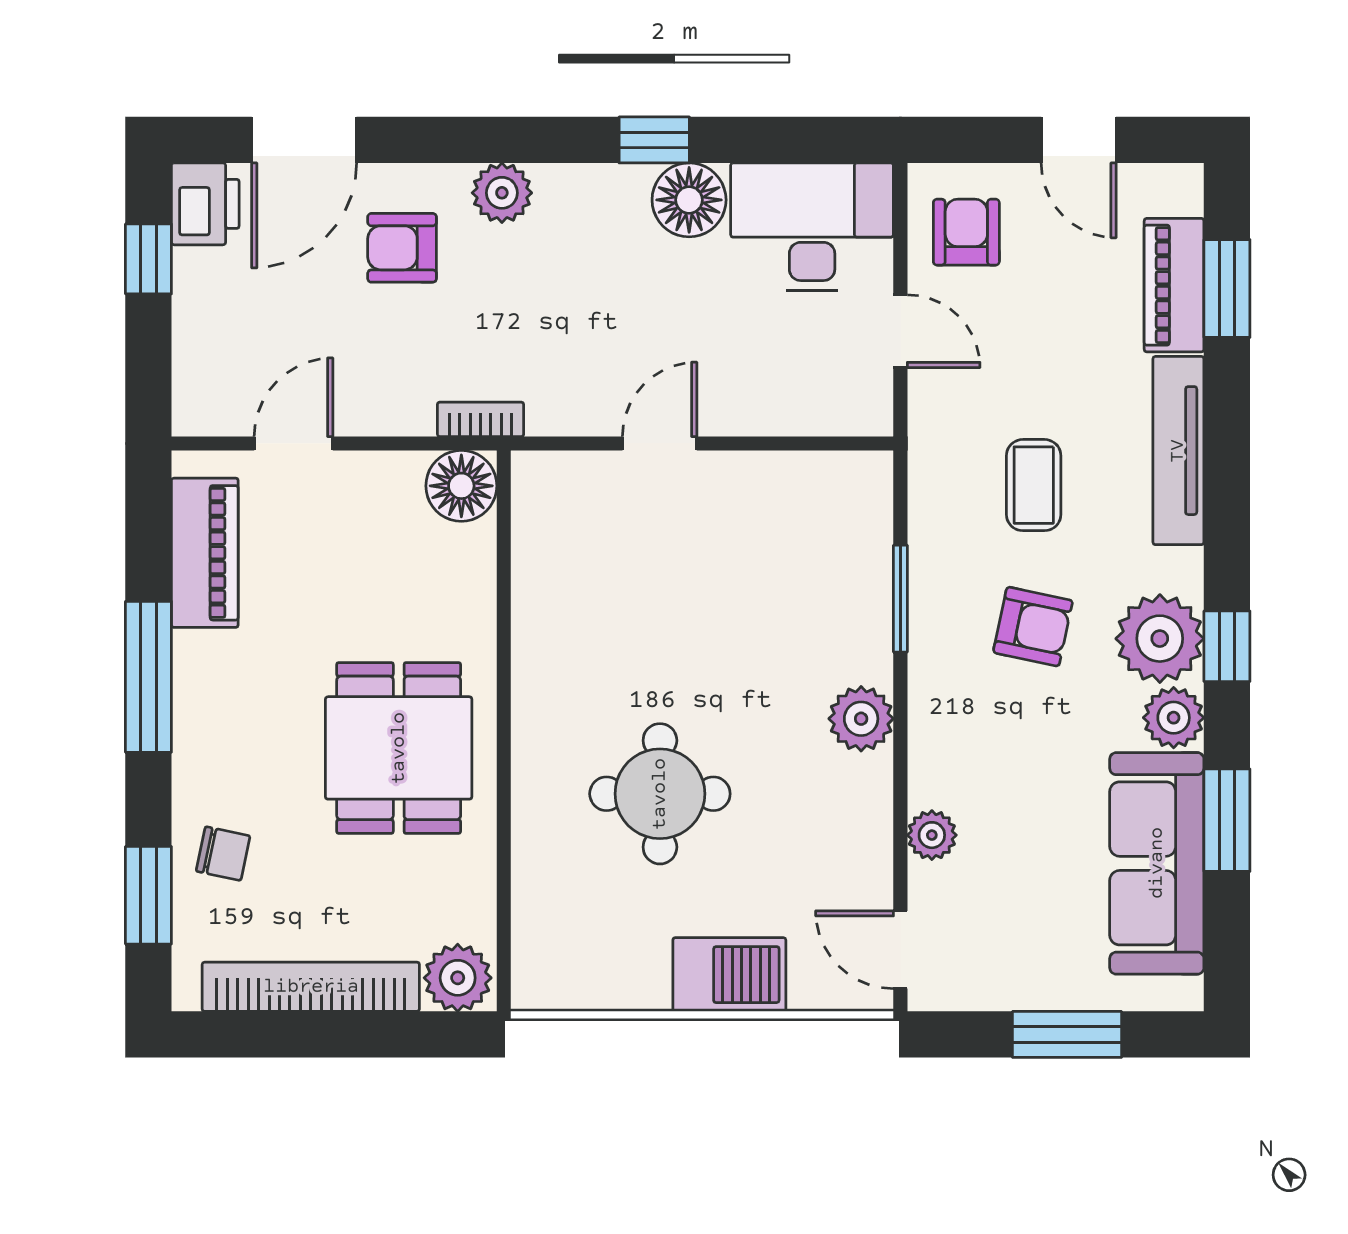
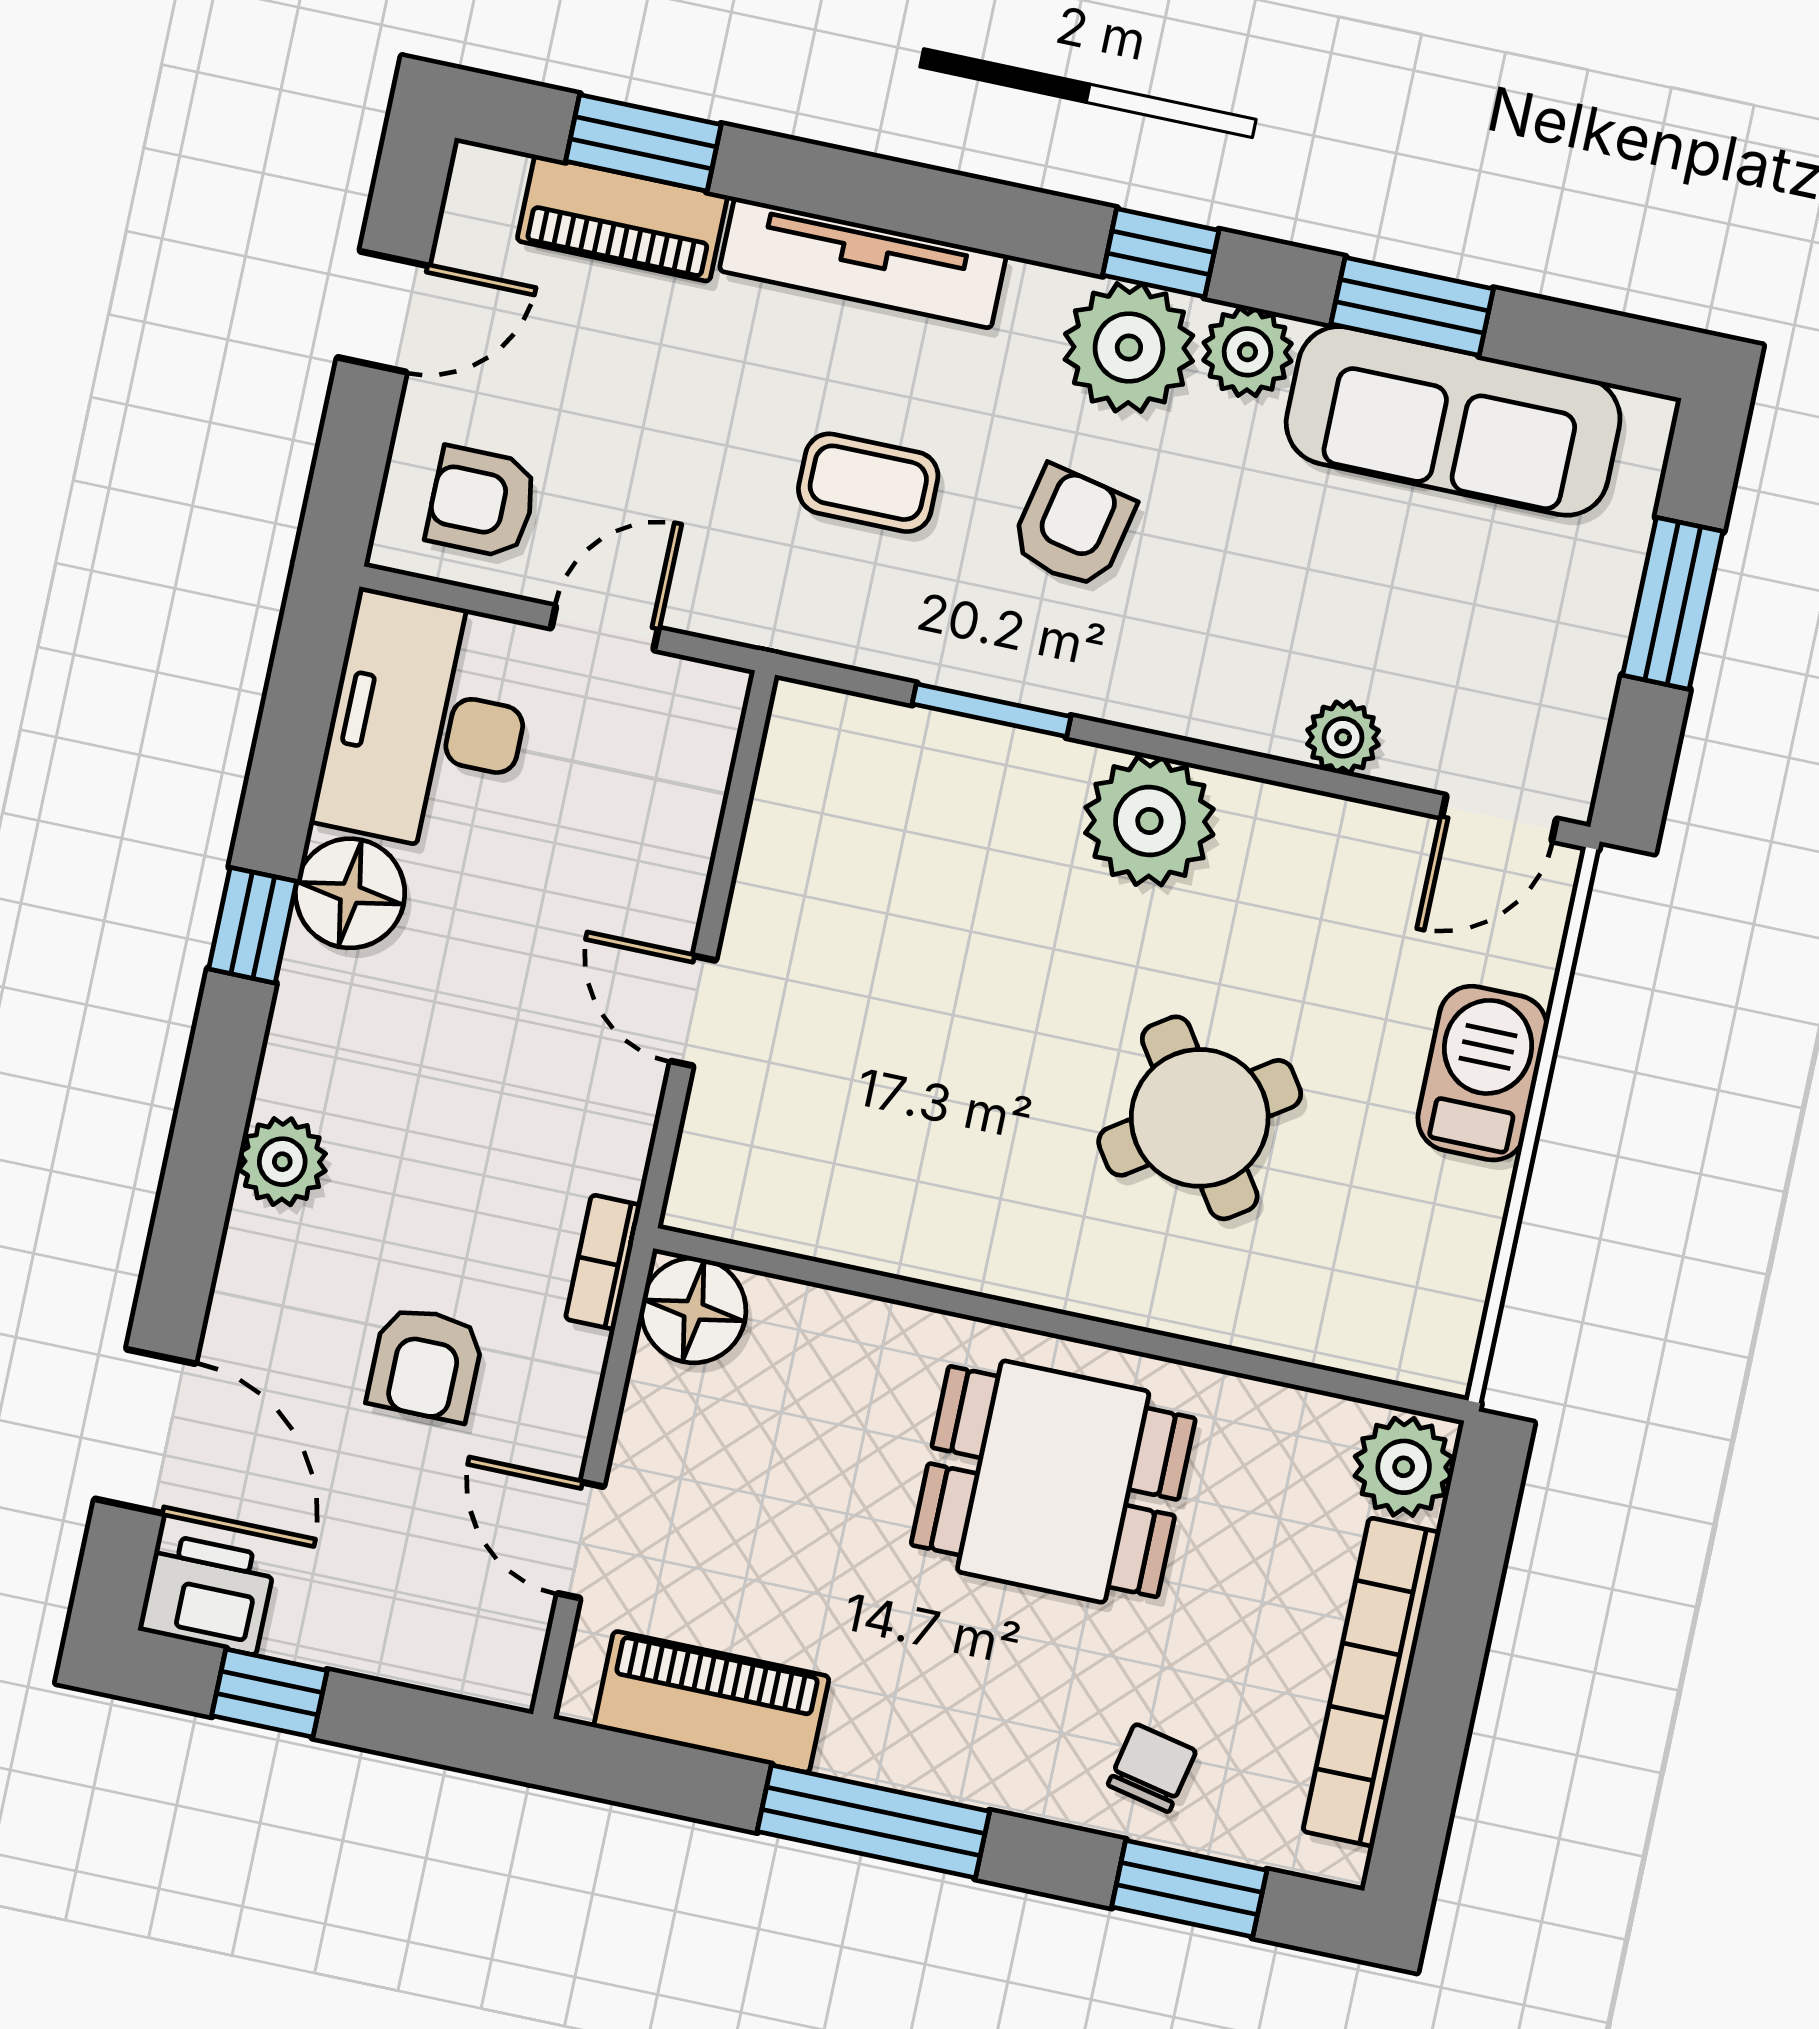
armchair: (402, 248) -> (426, 1364), moved
plant: (861, 719) -> (1149, 821), width x1.36, depth x1.36
round table: (660, 794) -> (1200, 1118), turned -34

